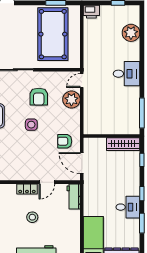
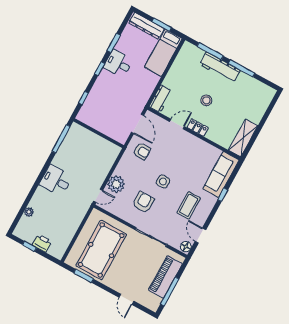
printer: (91, 12) -> (42, 243), moved
plant: (131, 33) -> (29, 212), width x0.53, depth x0.53
wardrobe: (123, 144) -> (92, 121), removed

